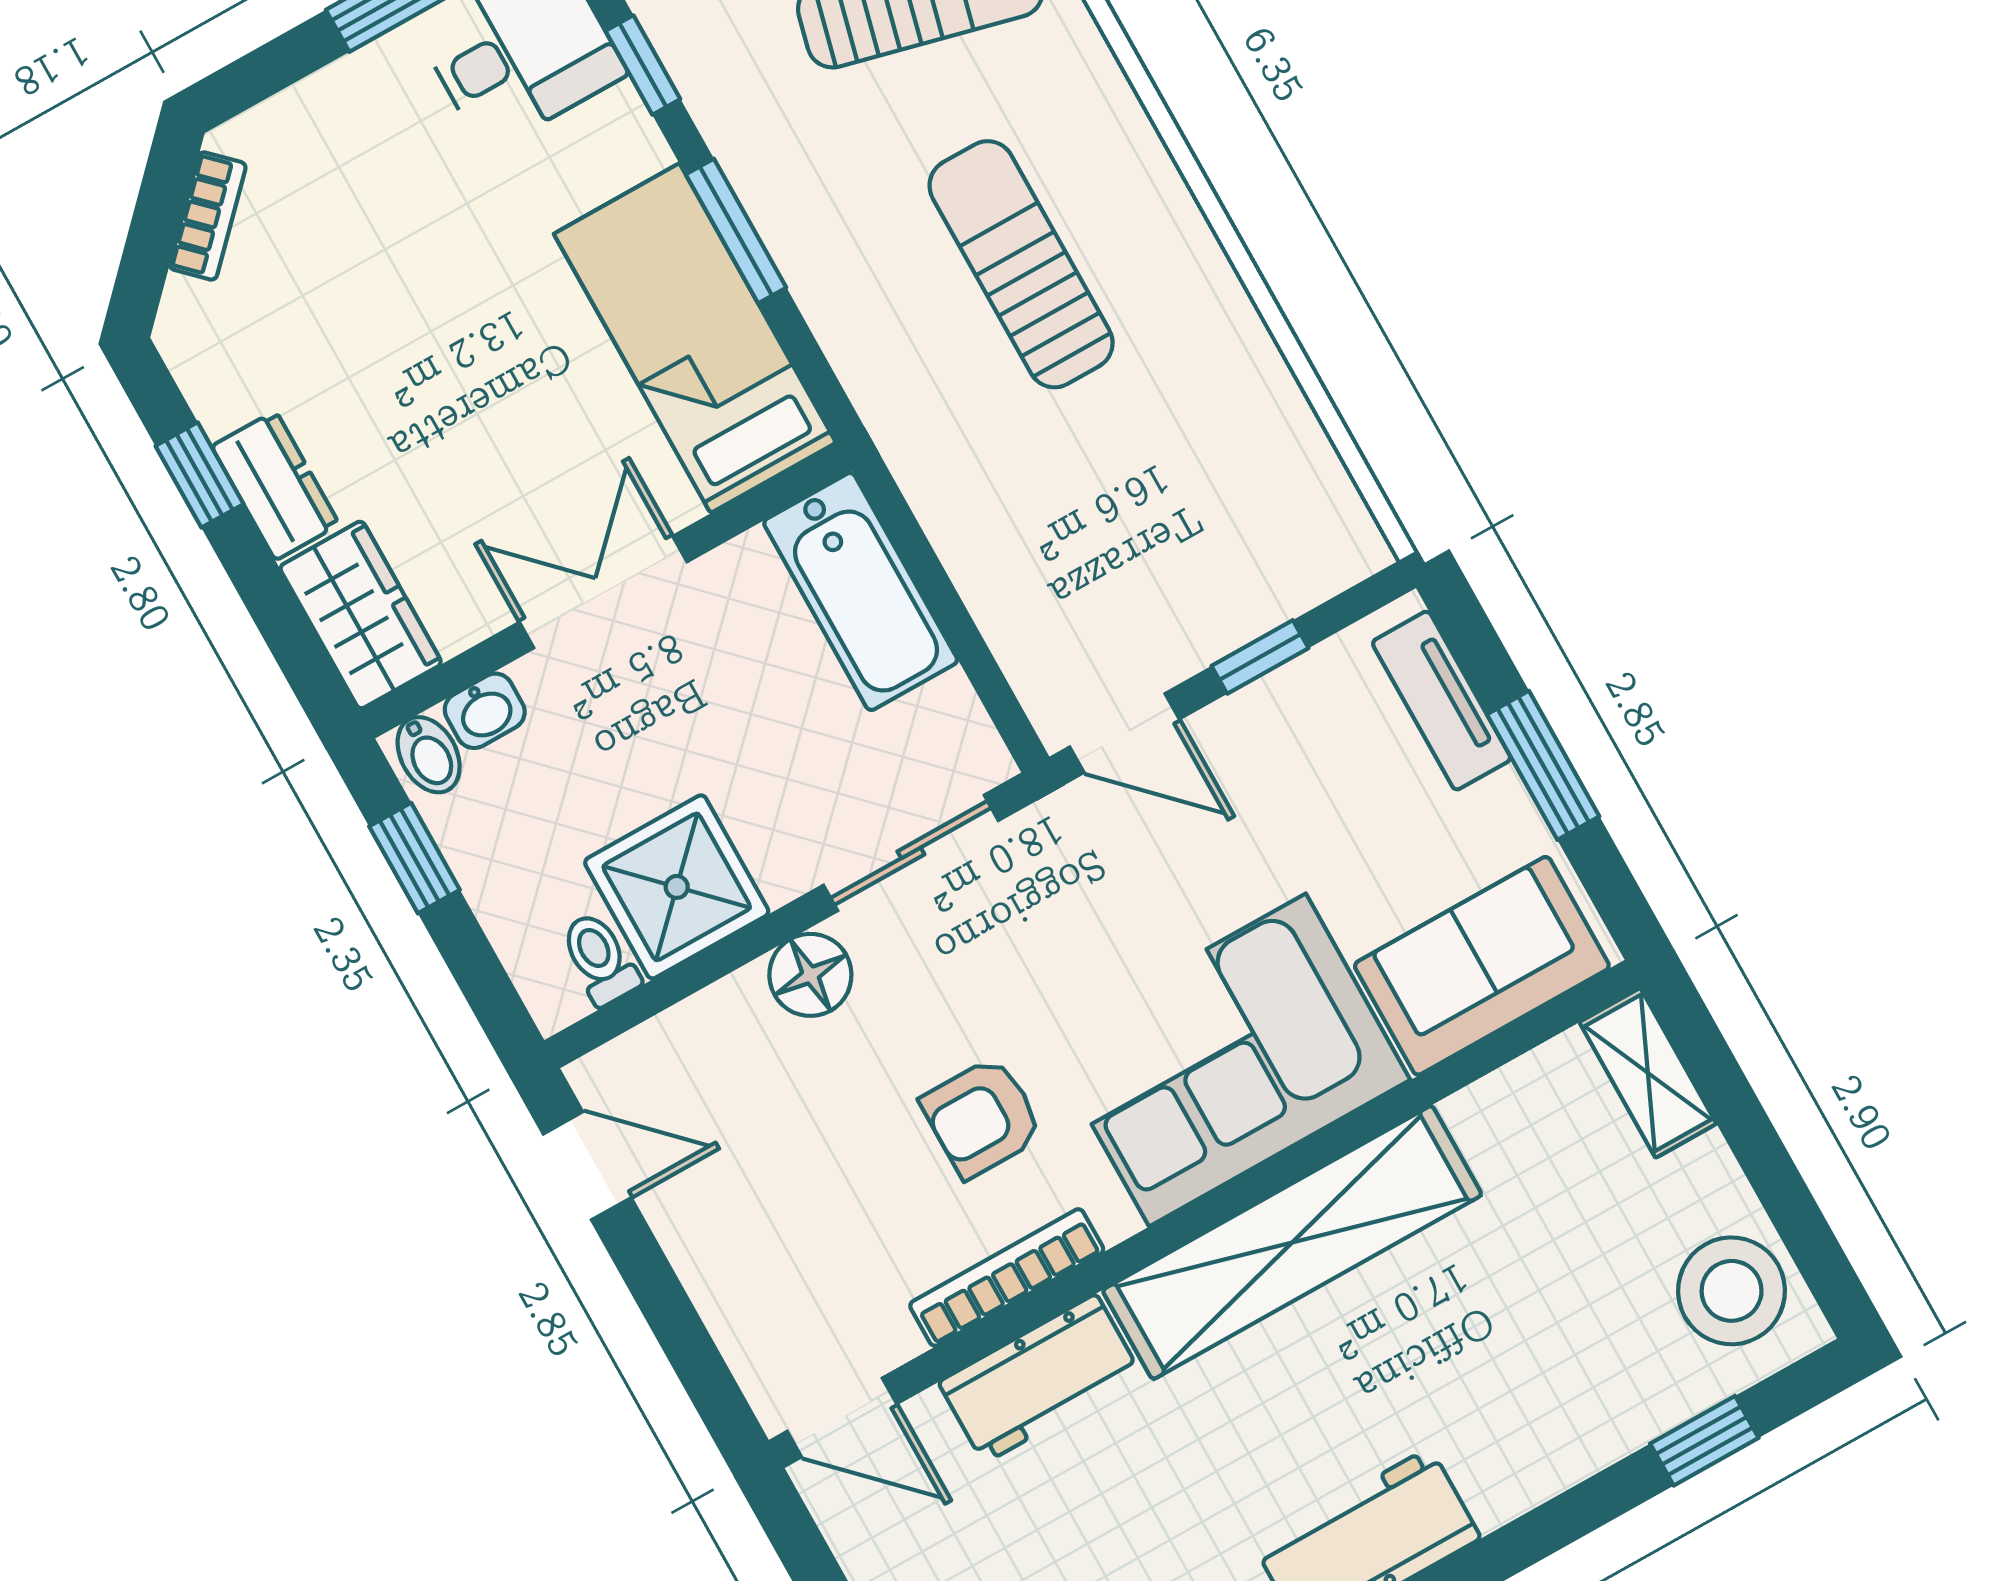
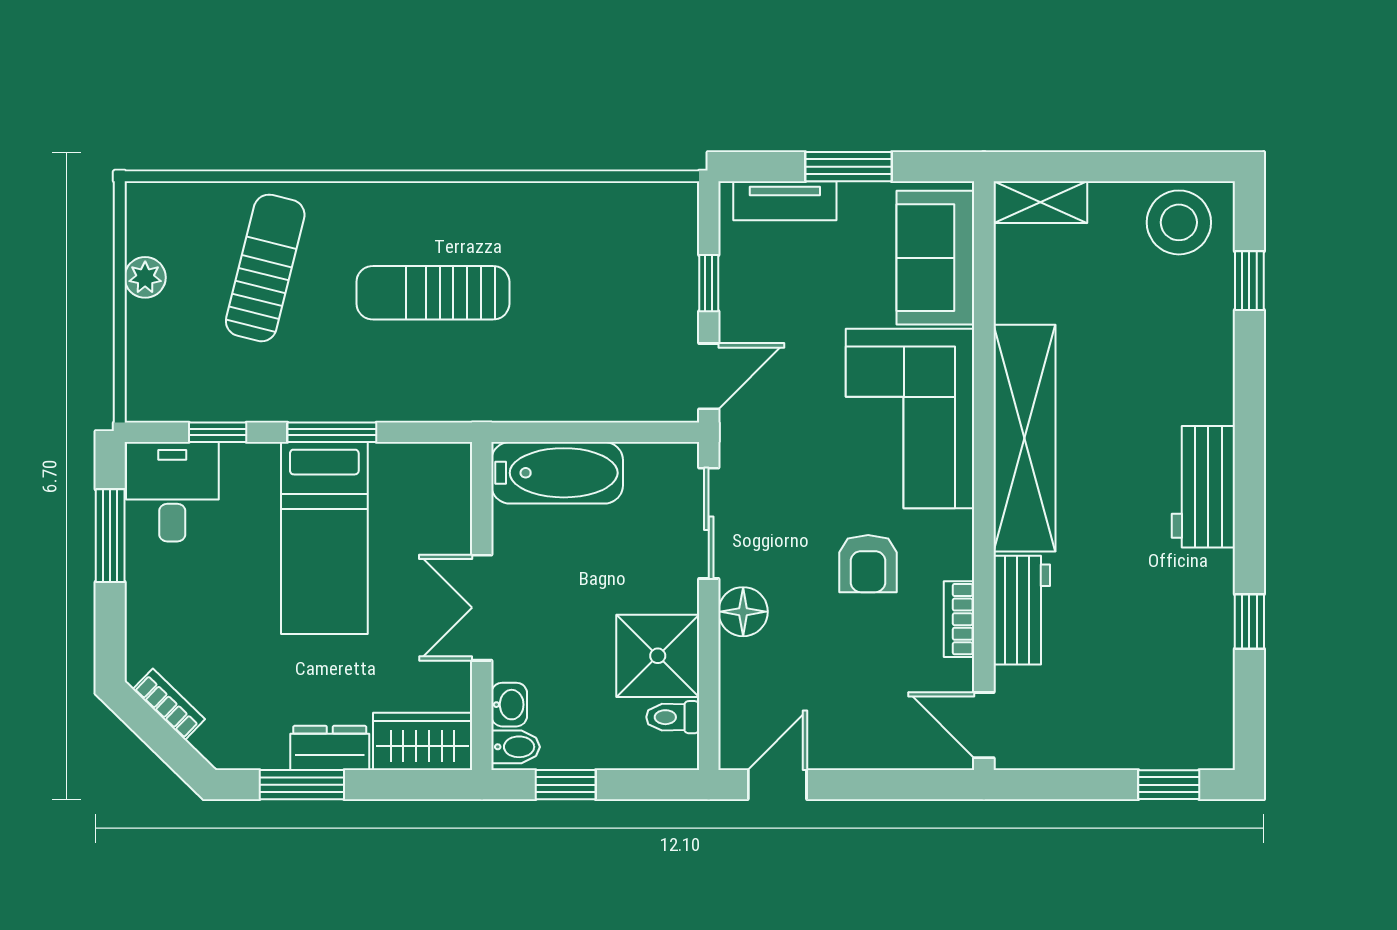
bed: (695, 338) -> (324, 538), moved, turned -90
window: (199, 475) -> (302, 785), width x1.50
bookcase: (1007, 1277) -> (959, 619), width x0.64
door: (842, 1417) -> (984, 725), swing flipped

